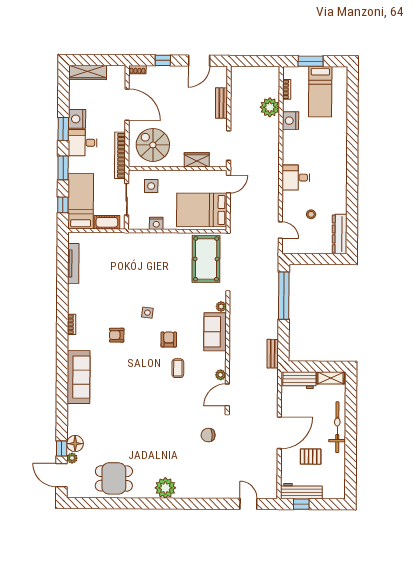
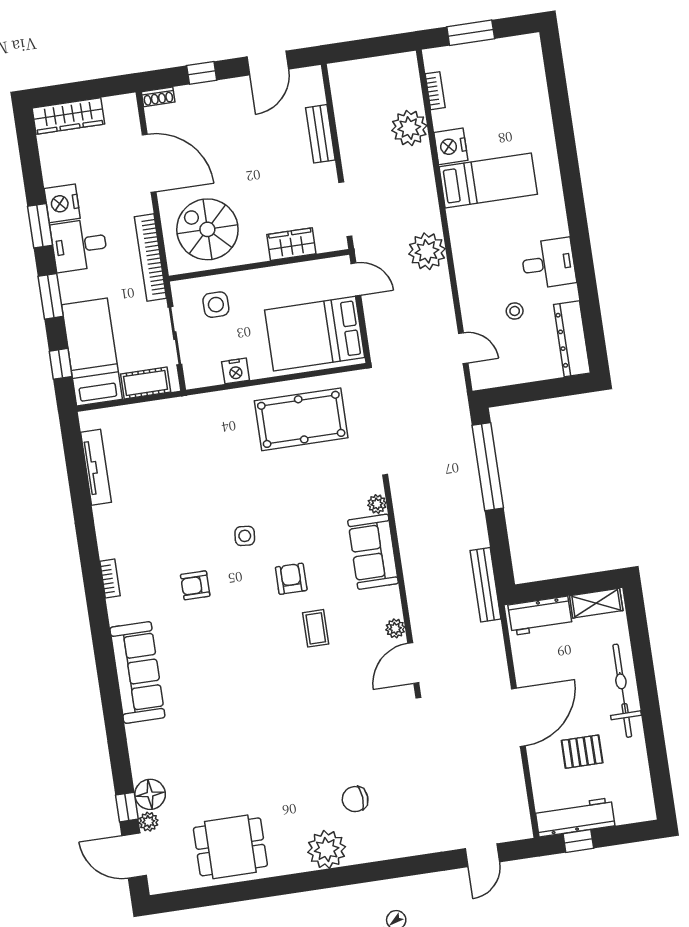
bed: (320, 92) -> (488, 181), moved, turned -90
plant: (269, 175) -> (427, 251), added
desk: (296, 178) -> (548, 263), moved, turned 180
door: (228, 184) -> (356, 279), hinge flipped
pool table: (206, 259) -> (301, 419), moved, turned 90
bench: (273, 354) -> (485, 585), width x1.36
chair: (208, 435) -> (355, 799), moved
door: (248, 504) -> (482, 855), swing flipped

